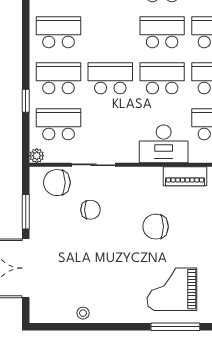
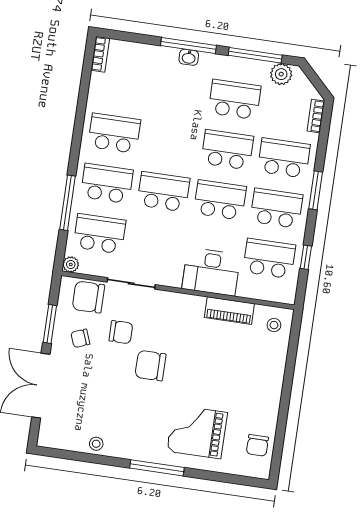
window: (26, 101) -> (67, 203), width x2.17
chair: (55, 221) -> (80, 338), added
chair: (156, 227) -> (150, 366), moved
window: (175, 327) -> (157, 468), moved

